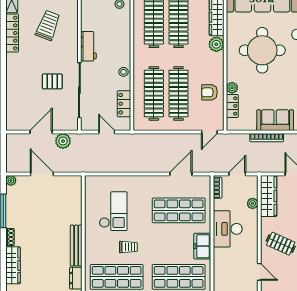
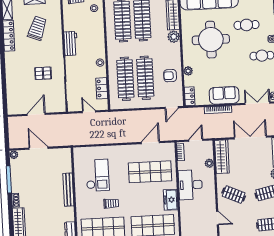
locker: (232, 106) -> (190, 96), moved
plant: (63, 141) -> (54, 121), removed
bench: (76, 246) -> (68, 190), moved

